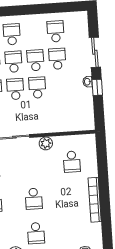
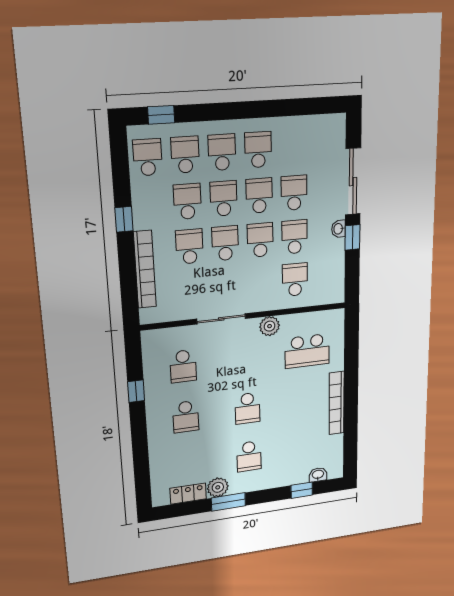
school desk: (55, 31) -> (258, 150), moved
sliding door: (95, 52) -> (353, 182), width x1.37
school desk: (59, 86) -> (295, 237), added
school desk: (61, 114) -> (295, 280), added
school desk: (72, 162) -> (307, 351), width x1.85

